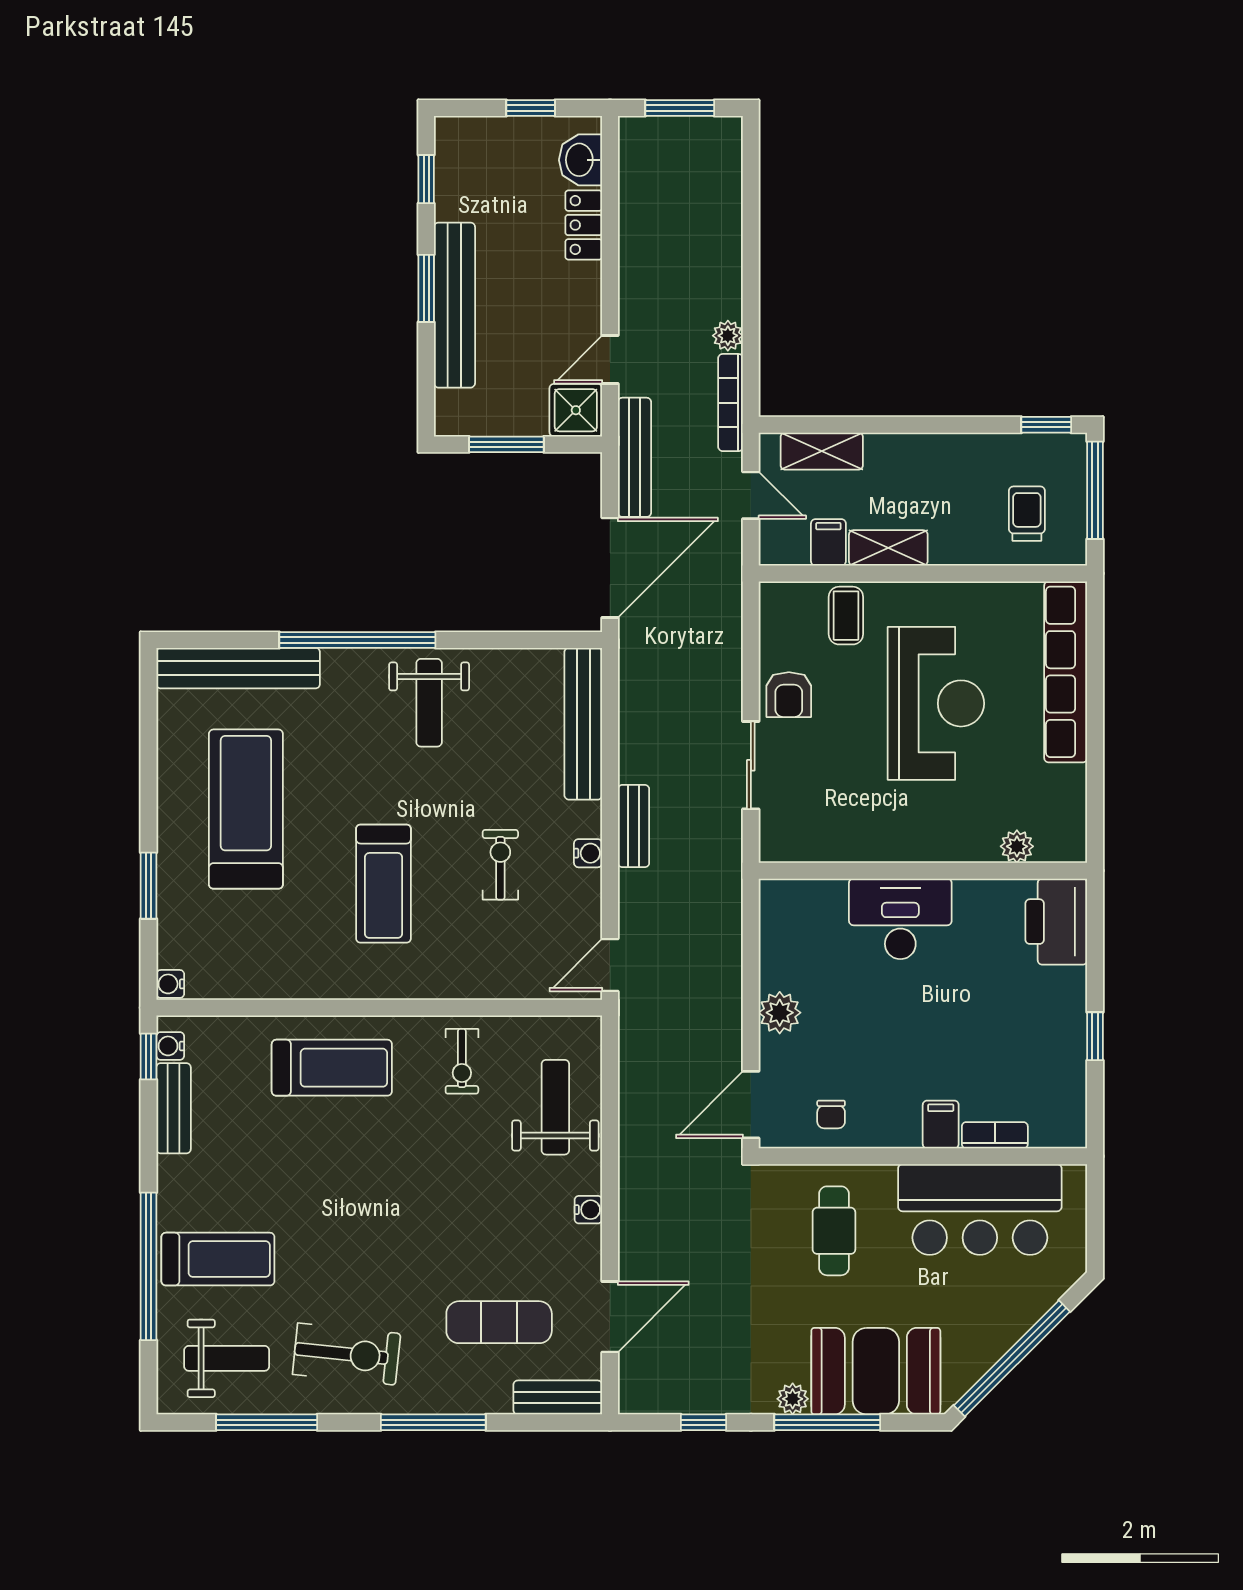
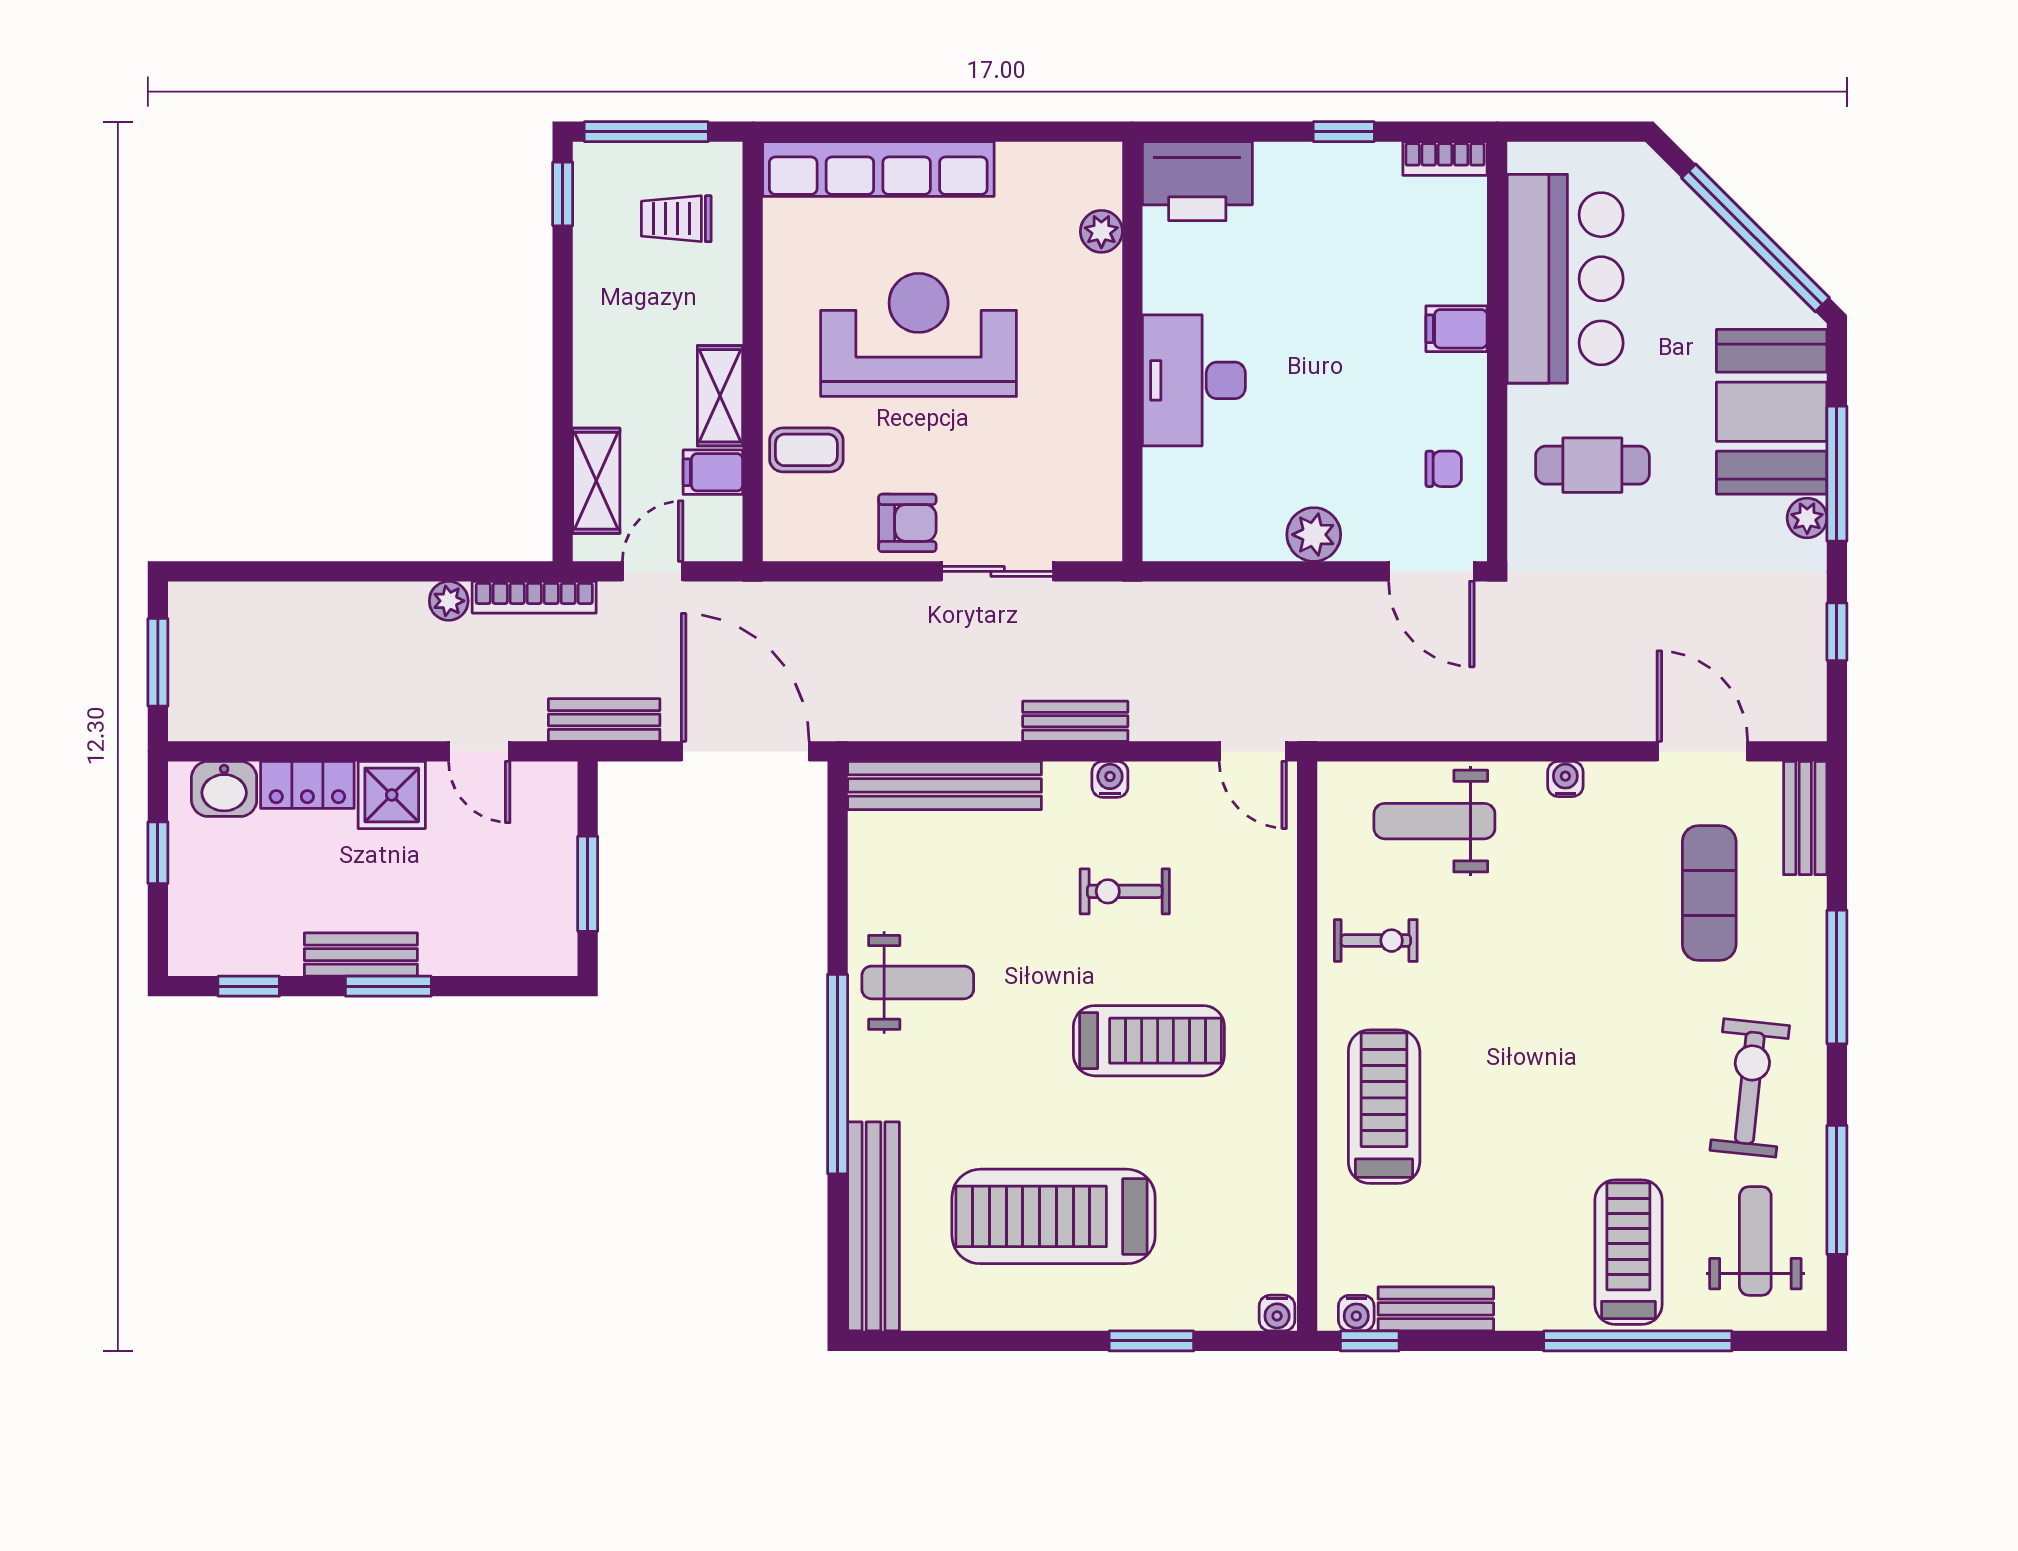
bench: (455, 305) -> (361, 955), width x0.54, depth x0.82
shower: (576, 410) -> (392, 795), moved
bench: (635, 457) -> (604, 720), width x0.73
bookcase: (995, 1135) -> (1445, 158), moved, turned -90

